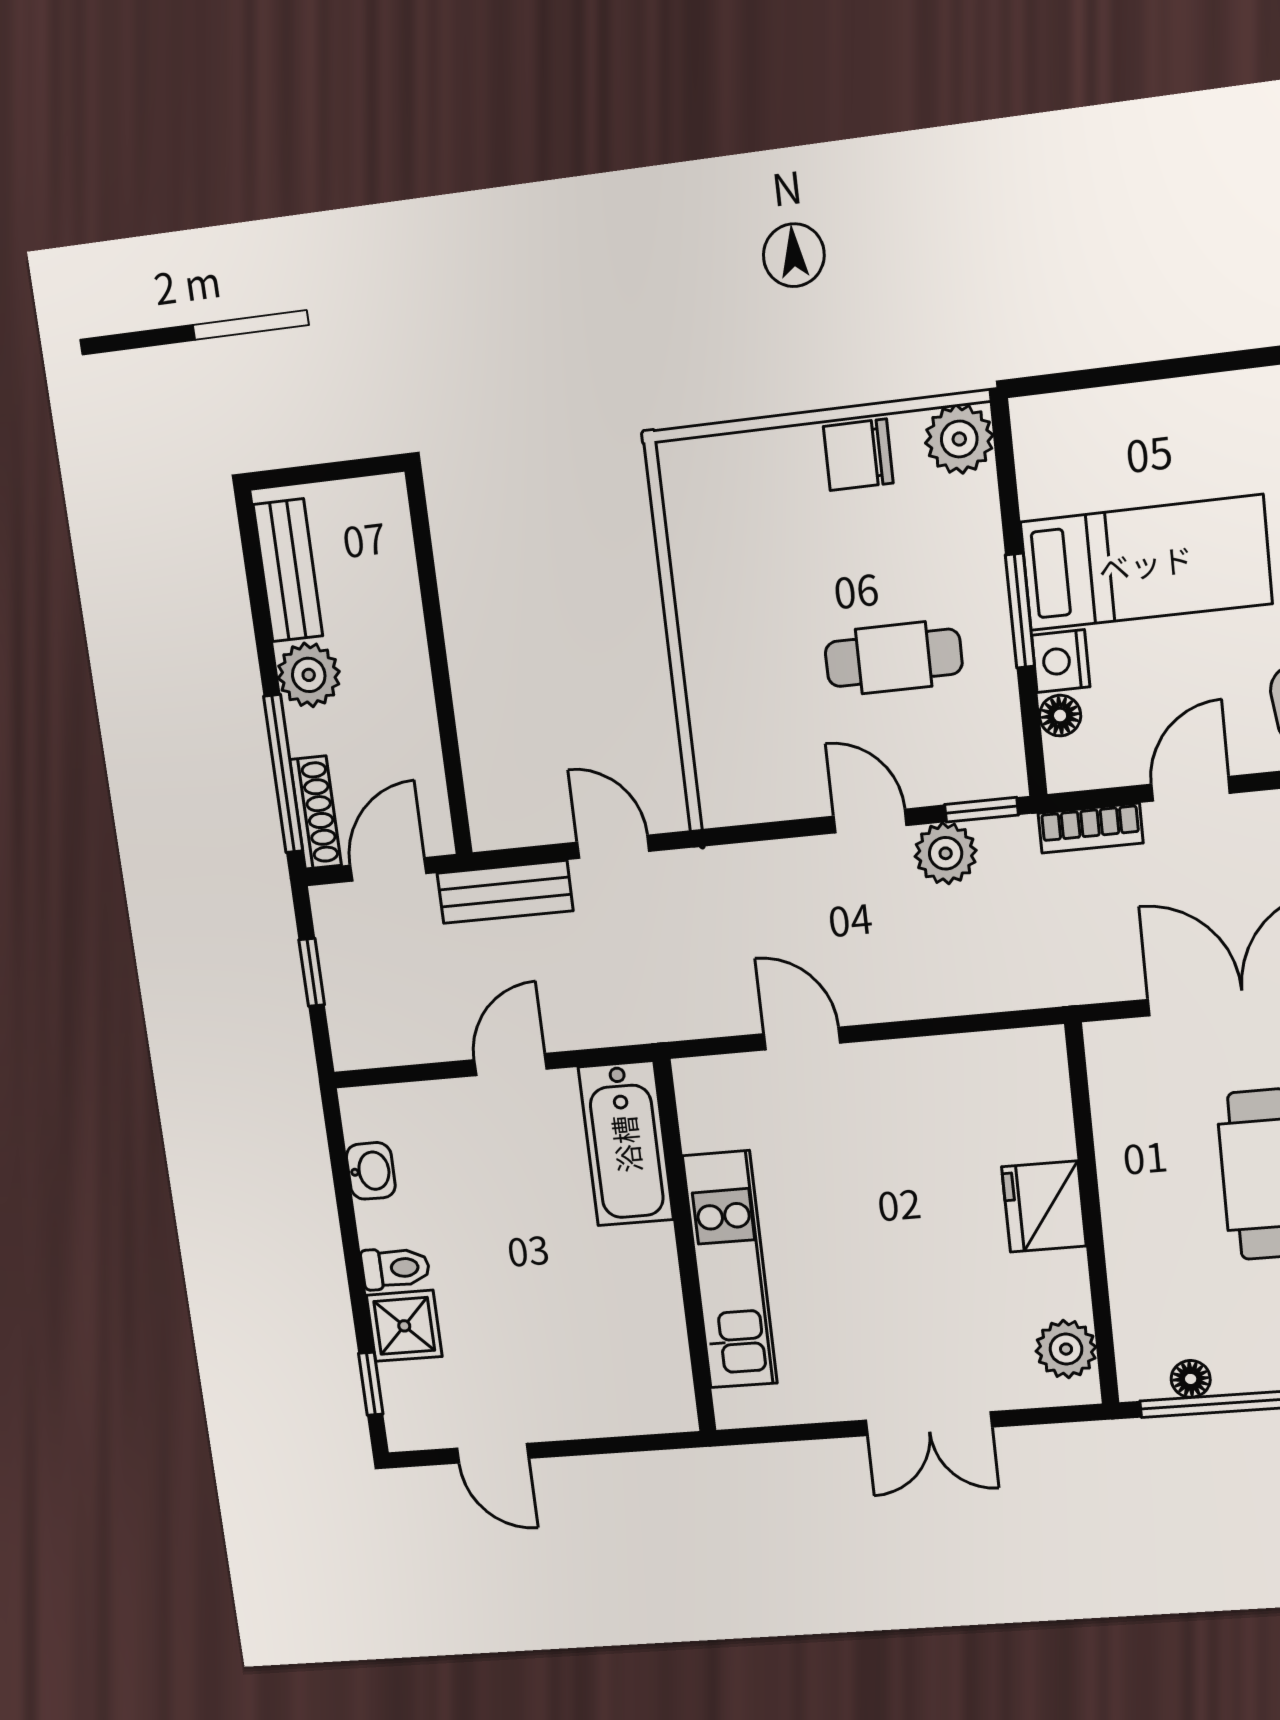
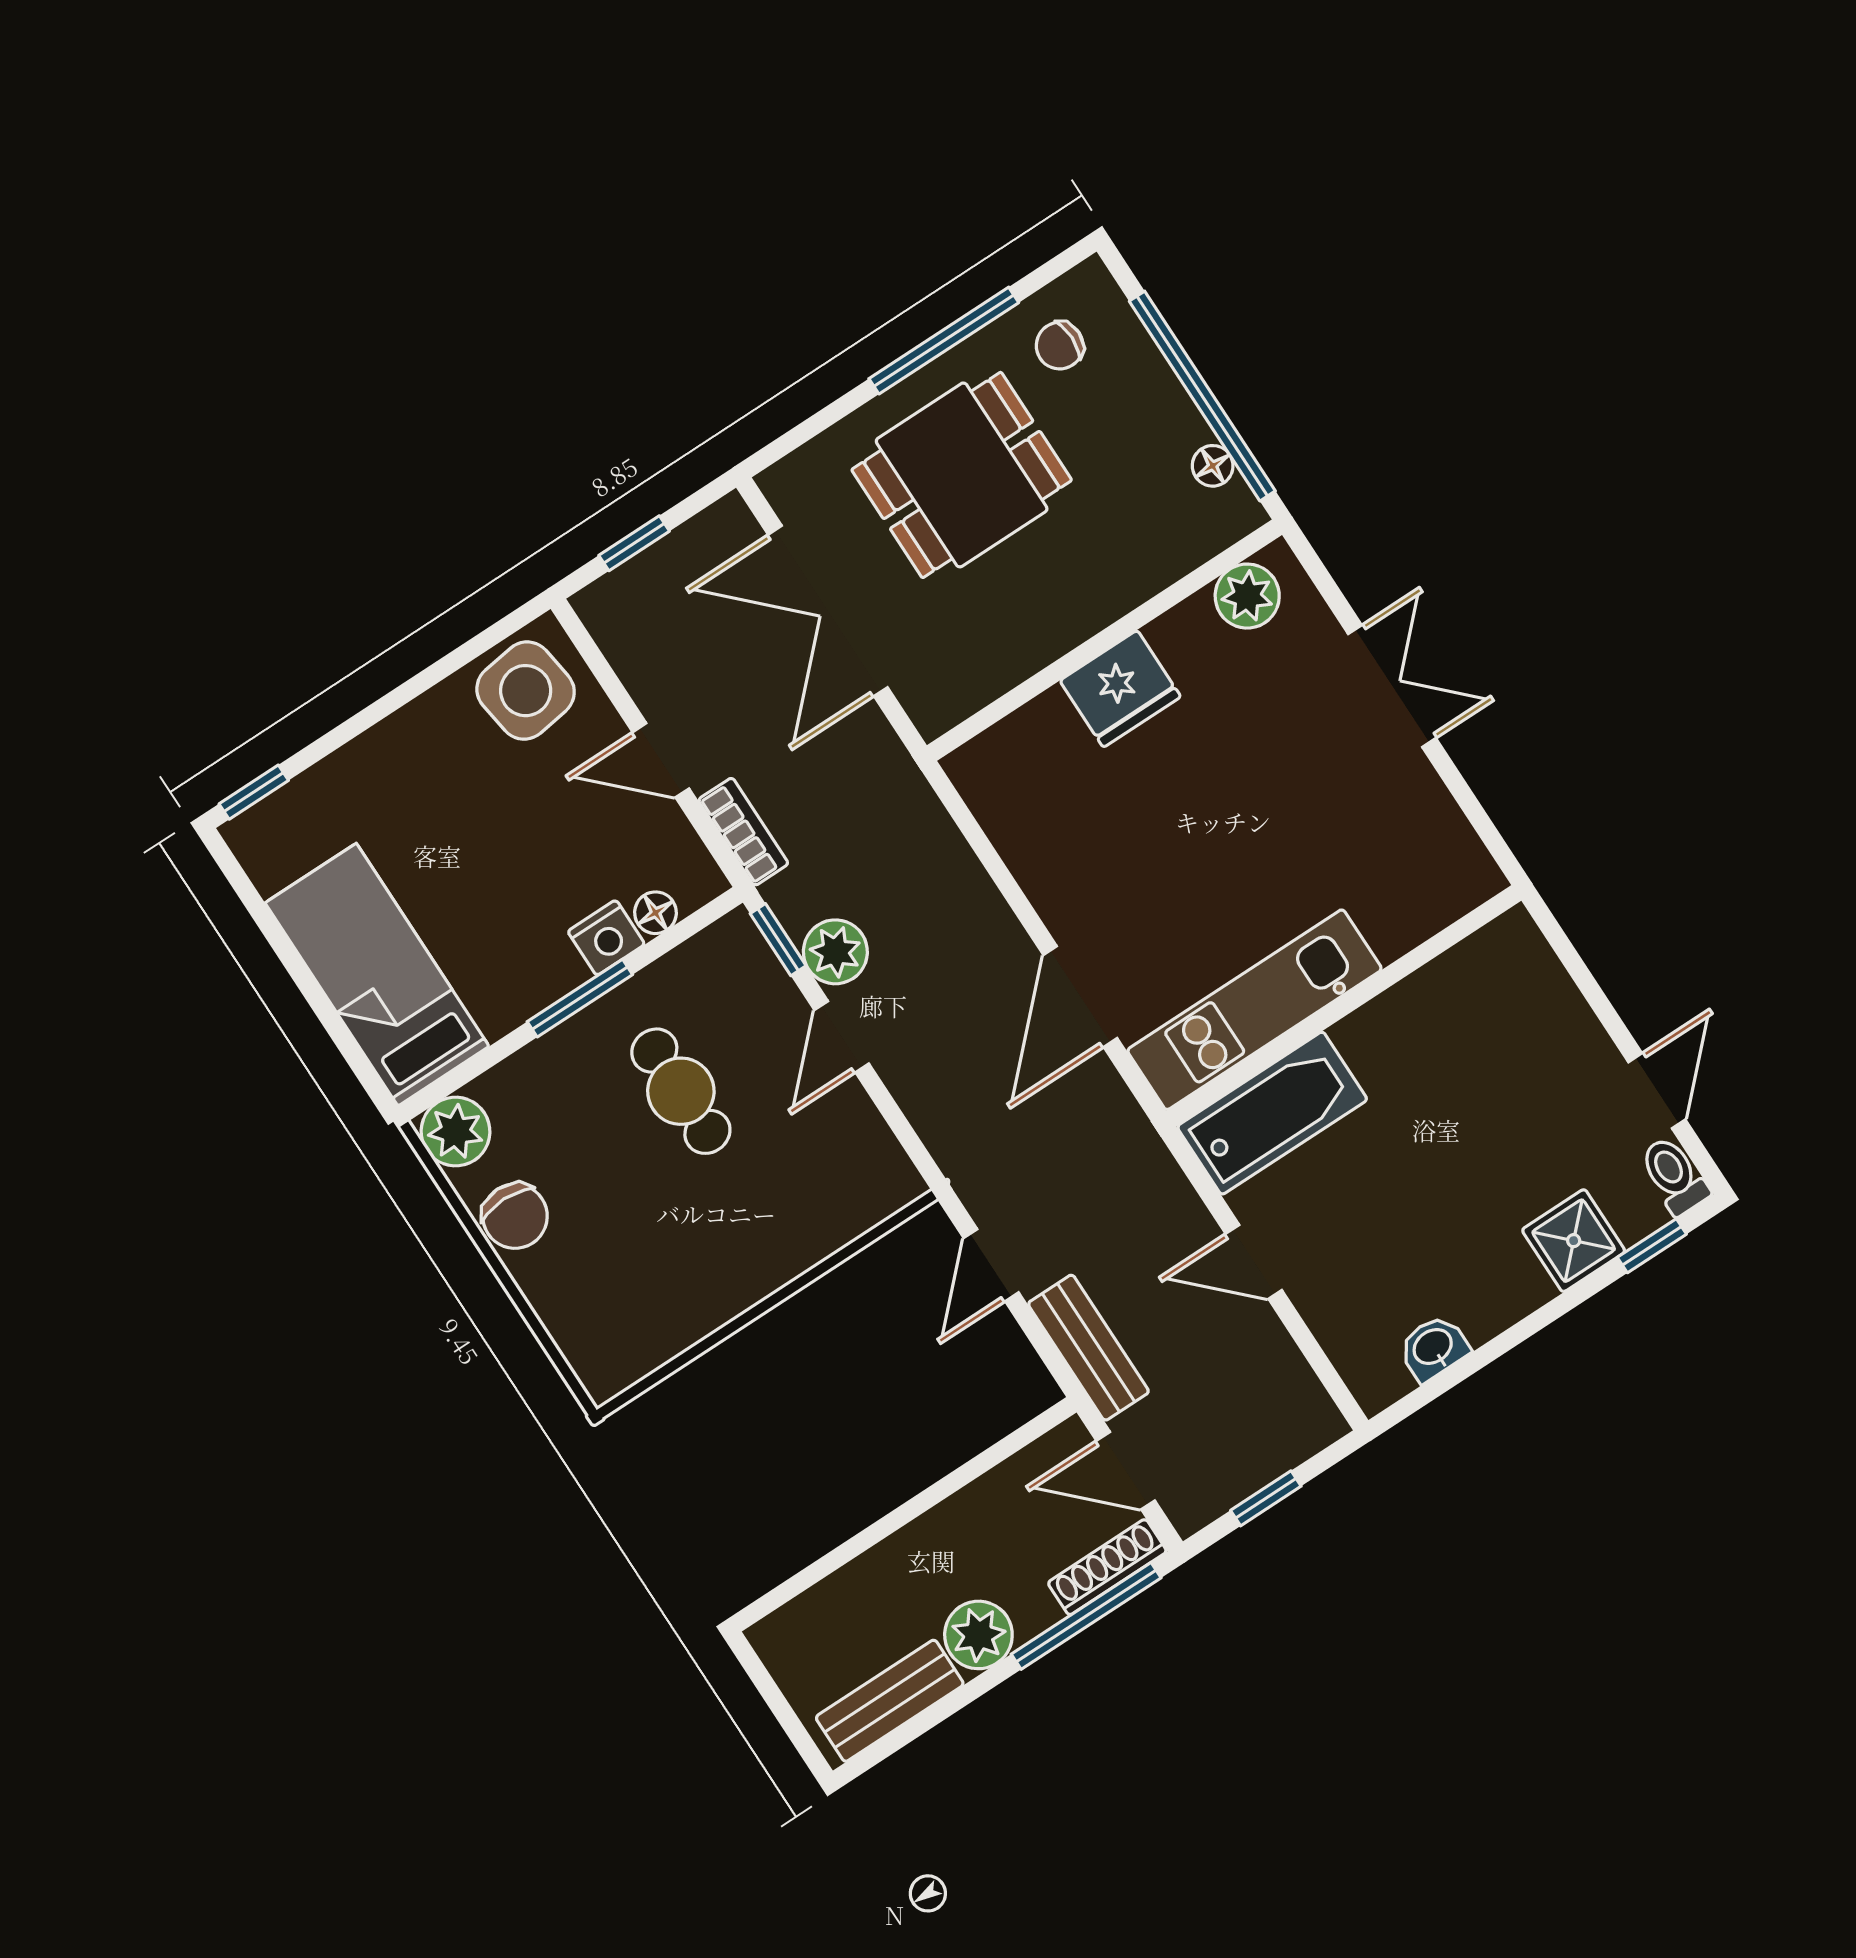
bed: (1146, 563) -> (377, 975), moved
door: (802, 1038) -> (1080, 997), width x1.38
toilet: (395, 1268) -> (1674, 1176), moved
kitchen unit: (730, 1270) -> (1254, 1010), moved

